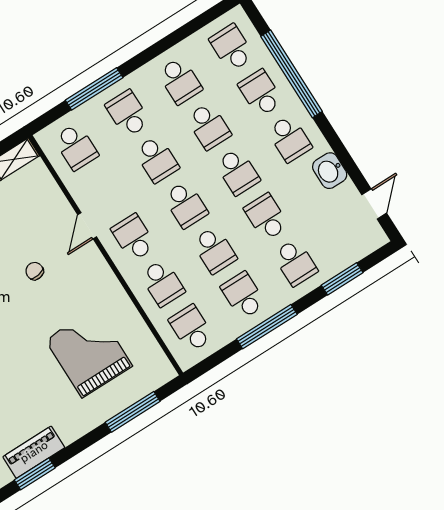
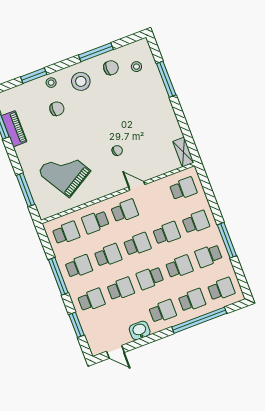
window: (94, 89) -> (227, 240), moved
school desk: (209, 126) -> (179, 267), turned 180
school desk: (289, 139) -> (163, 311), turned 180
school desk: (76, 147) -> (183, 189), turned 180
school desk: (157, 159) -> (167, 233), turned 180
school desk: (186, 205) -> (137, 244), turned 180
school desk: (214, 250) -> (108, 255), turned 180
school desk: (295, 262) -> (91, 300), turned 180
grand piano: (89, 353) -> (64, 172), turned -121

